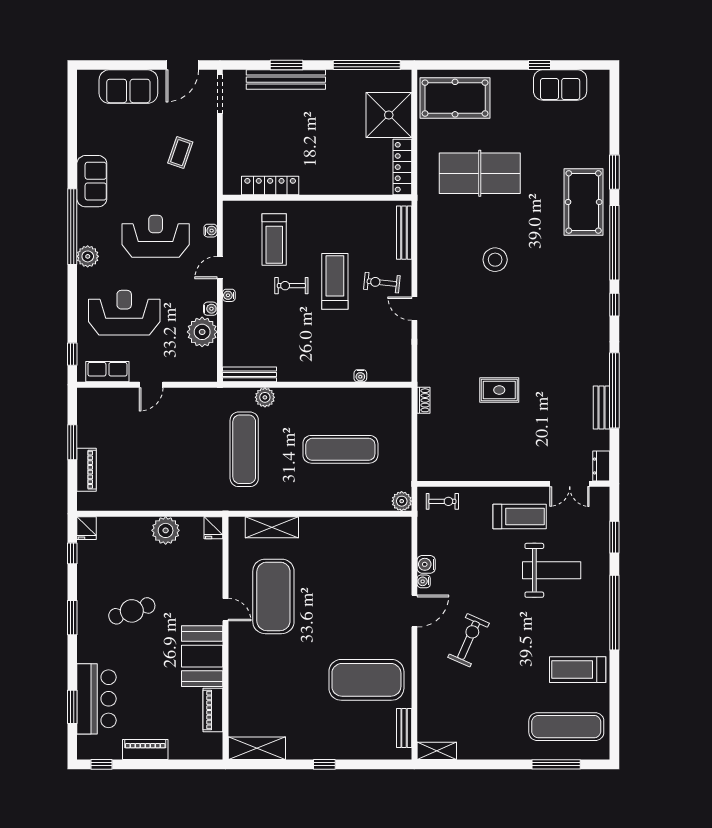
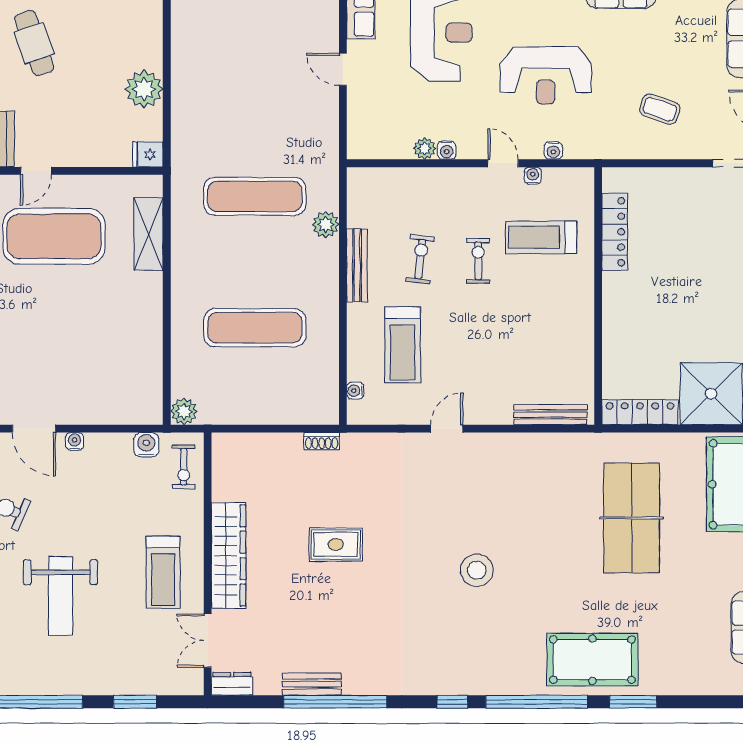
reception desk: (156, 236) -> (546, 75), turned 90
stool: (495, 260) -> (477, 570), moved
treadmill: (335, 281) -> (403, 345), moved, turned 90
exercise bike: (382, 283) -> (420, 259), moved
water cooler: (229, 295) -> (533, 176), moved
plant: (202, 332) -> (425, 148), width x0.53, depth x0.53
bench: (250, 374) -> (357, 265), moved
water cooler: (360, 376) -> (355, 391), moved
rug: (499, 390) -> (336, 545), turned 90
exercise mat: (340, 449) -> (255, 328), turned 90
wardrobe: (507, 469) -> (229, 555), added
water cooler: (426, 564) -> (146, 445), moved
weight bench: (552, 570) -> (61, 596), moved

